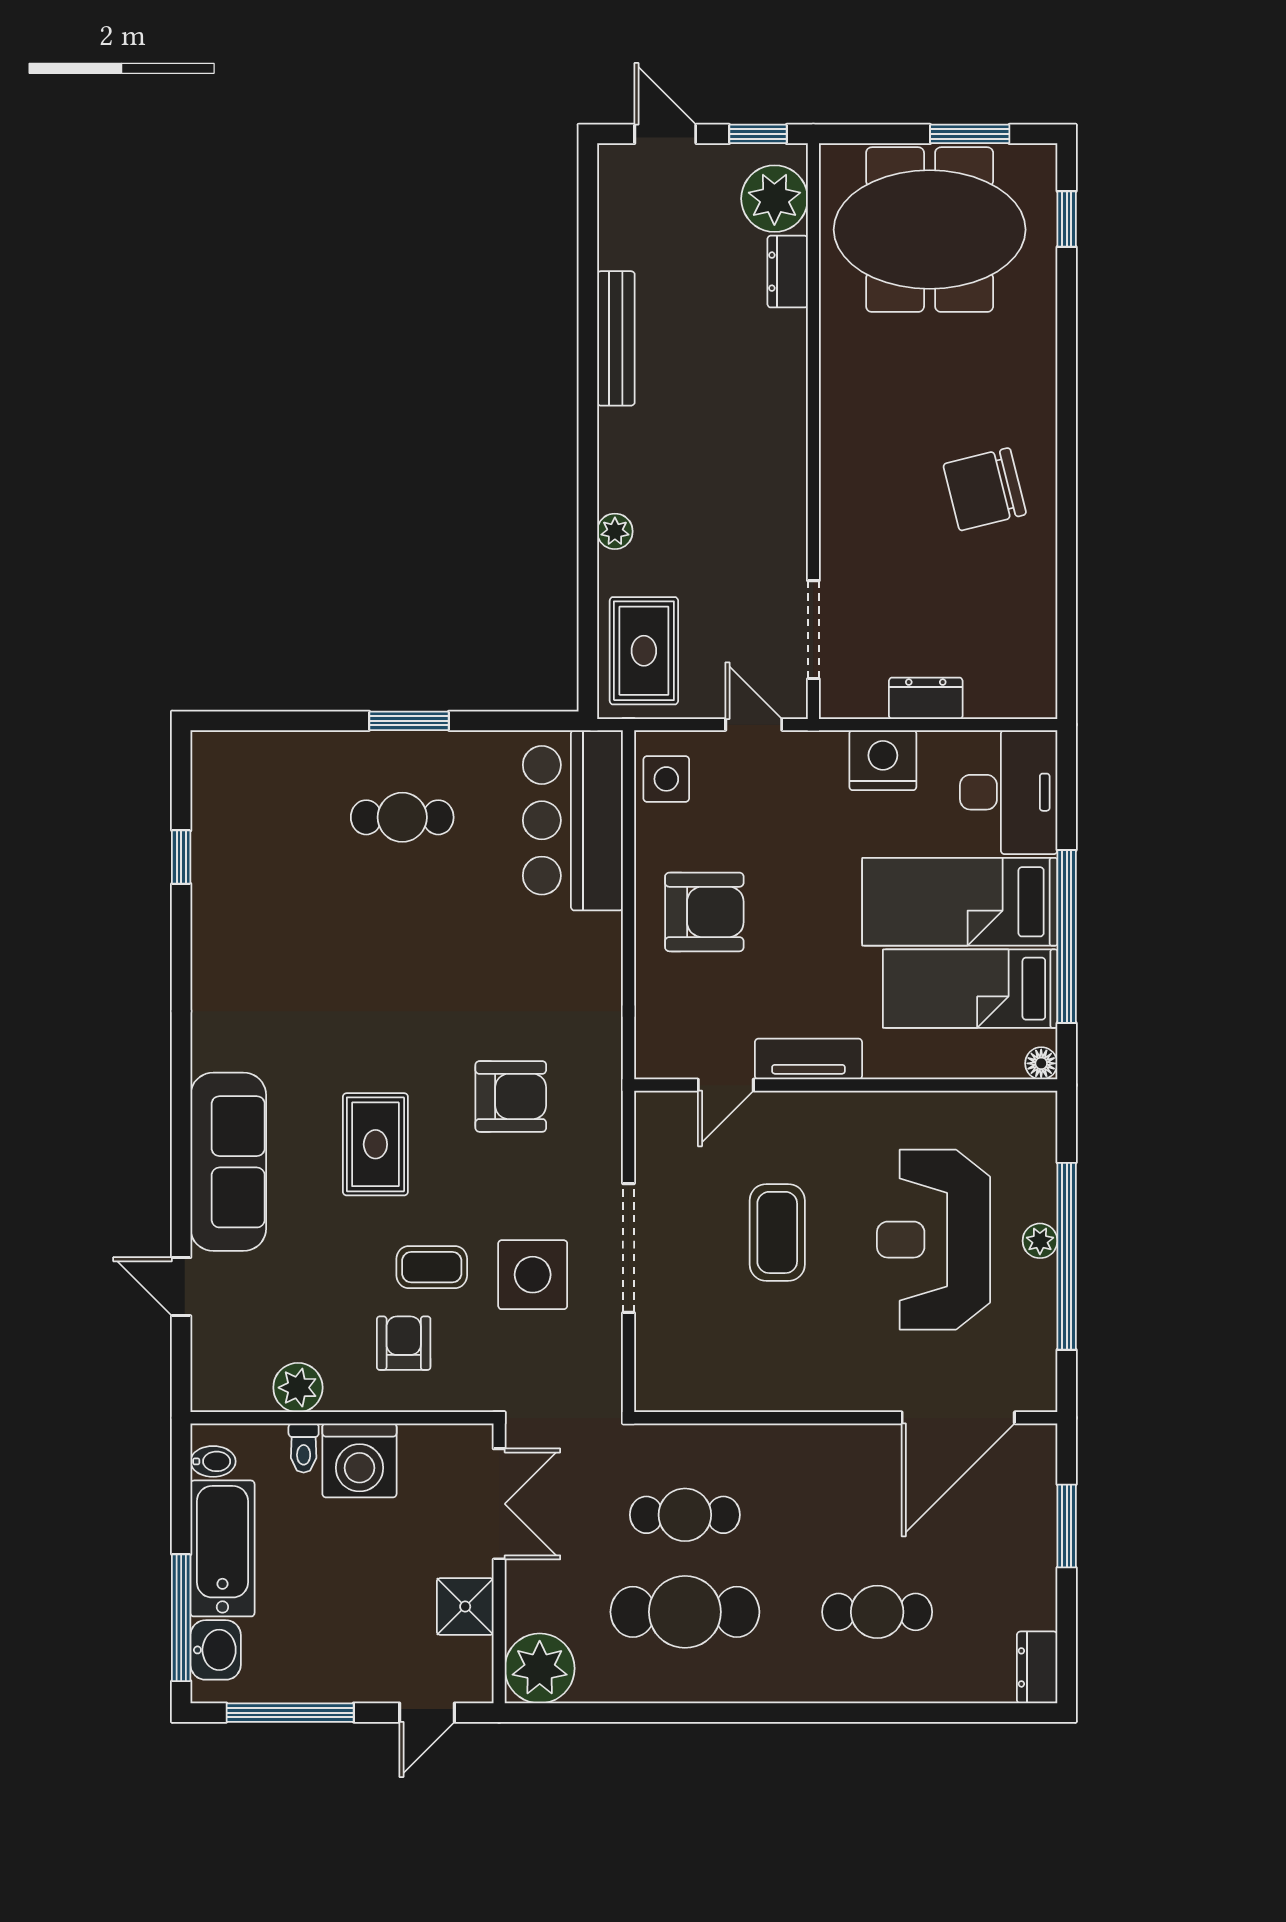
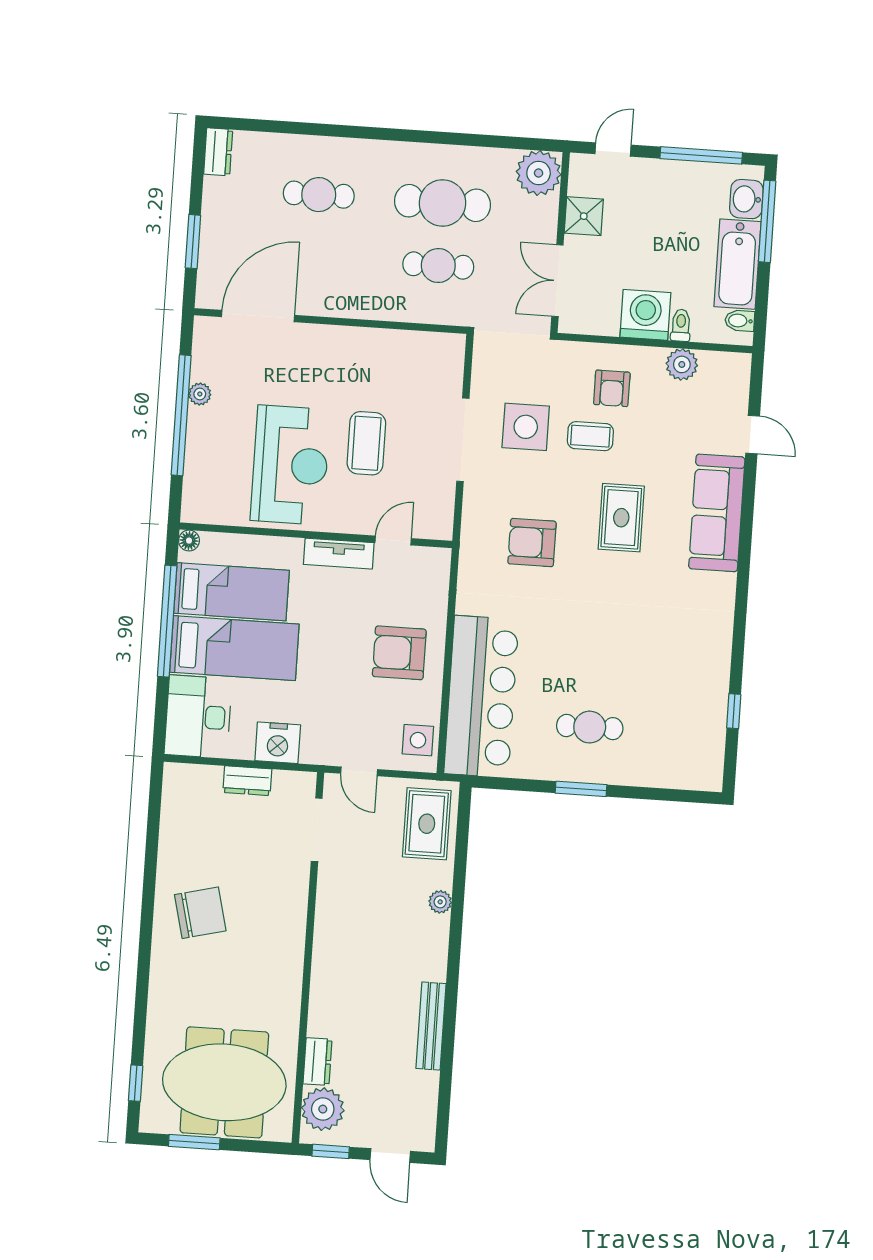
bar counter: (573, 820) -> (481, 697), width x1.36
reception desk: (933, 1240) -> (290, 465), moved
plant: (1040, 1241) -> (200, 394), moved

